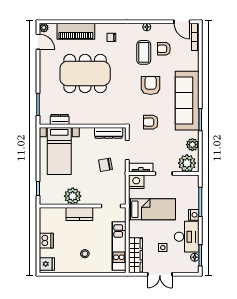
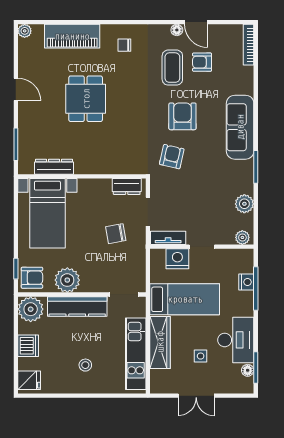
door: (182, 22) -> (196, 22), moved
door: (38, 42) -> (16, 89), moved
dining table: (85, 73) -> (86, 99), width x0.53, depth x0.80
sofa: (187, 101) -> (240, 127), width x0.74, depth x0.79
dresser: (60, 119) -> (54, 167), width x1.44
armchair: (151, 122) -> (172, 157), moved, turned 103
dresser: (109, 133) -> (127, 186), width x0.70
plant: (187, 163) -> (242, 237), width x0.53, depth x0.53
nightstand: (136, 182) -> (177, 259), moved
armchair: (49, 195) -> (32, 278), added
kitchen counter: (79, 214) -> (77, 306), width x1.50
nightstand: (194, 215) -> (246, 282), moved
plant: (48, 216) -> (31, 309), added
wardrobe: (135, 255) -> (160, 342), moved

